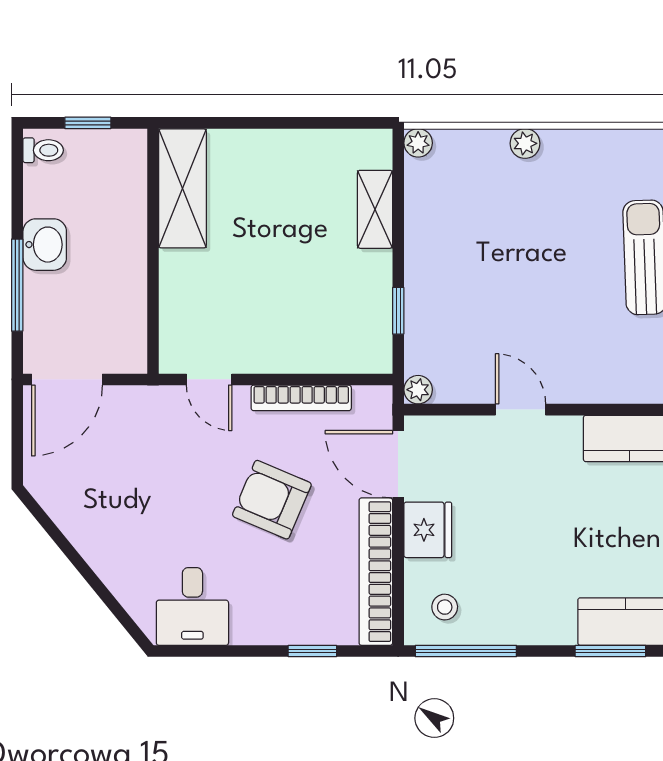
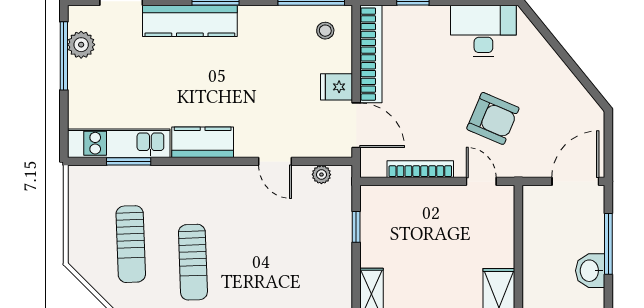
plant: (418, 390) -> (321, 175), moved
armchair: (272, 500) -> (493, 118), moved
fridge: (428, 530) -> (336, 87), width x0.72
desk: (192, 606) -> (483, 31), width x1.37

